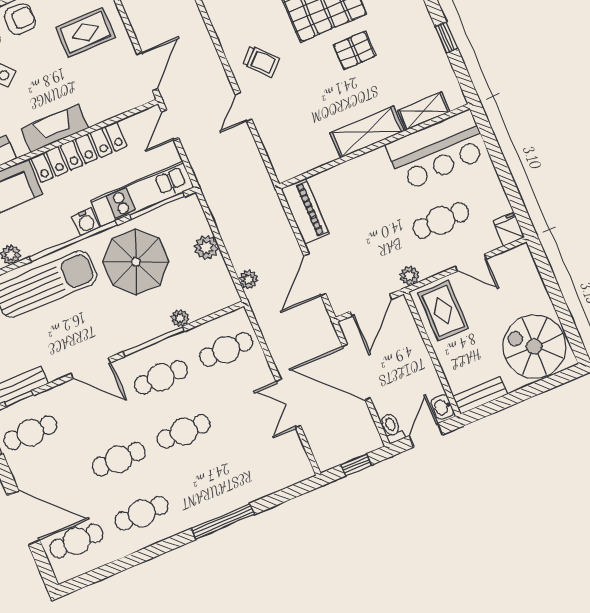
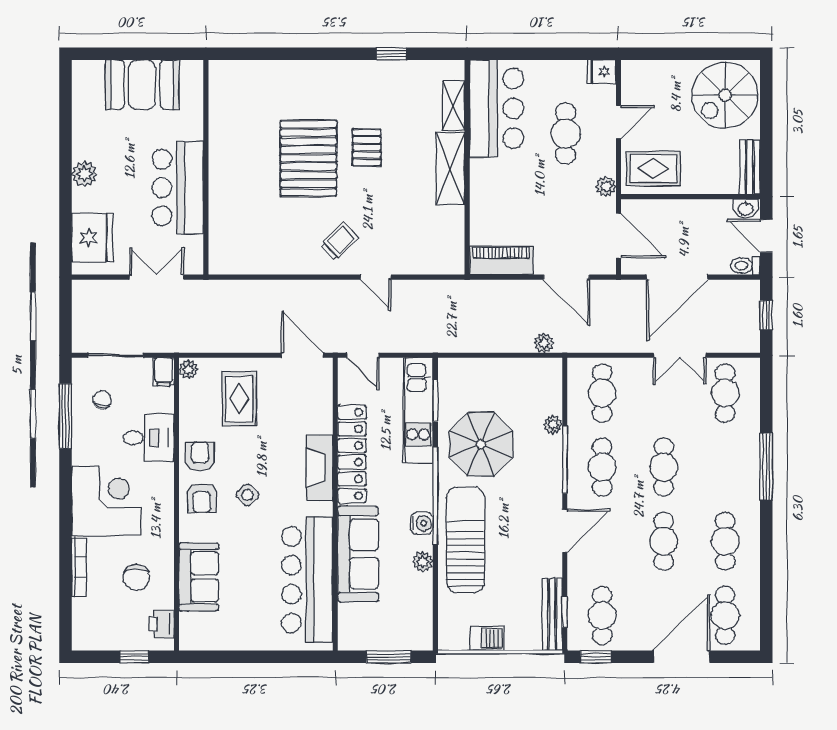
window: (157, 206) -> (435, 401), width x0.69
water cooler: (86, 222) -> (422, 523), moved
plant: (206, 247) -> (496, 371), removed
cafe table: (272, 458) -> (725, 393), added

